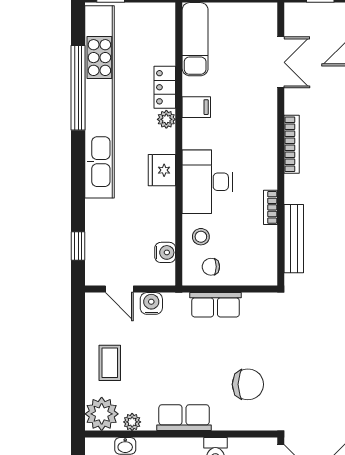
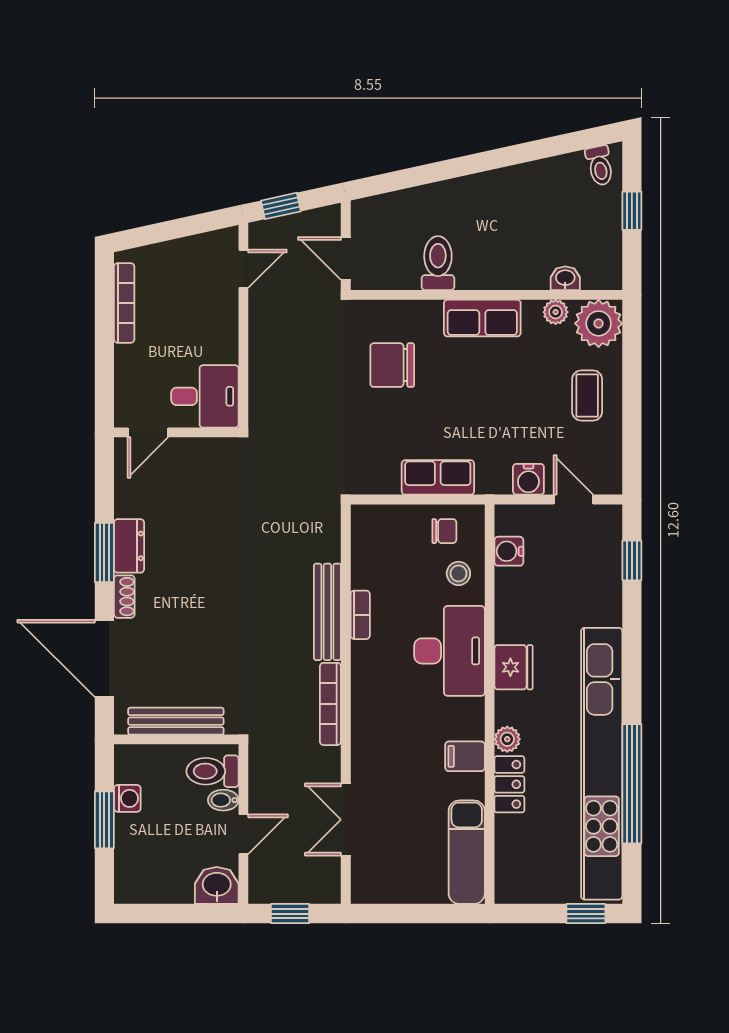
bench: (294, 239) -> (327, 612), moved

